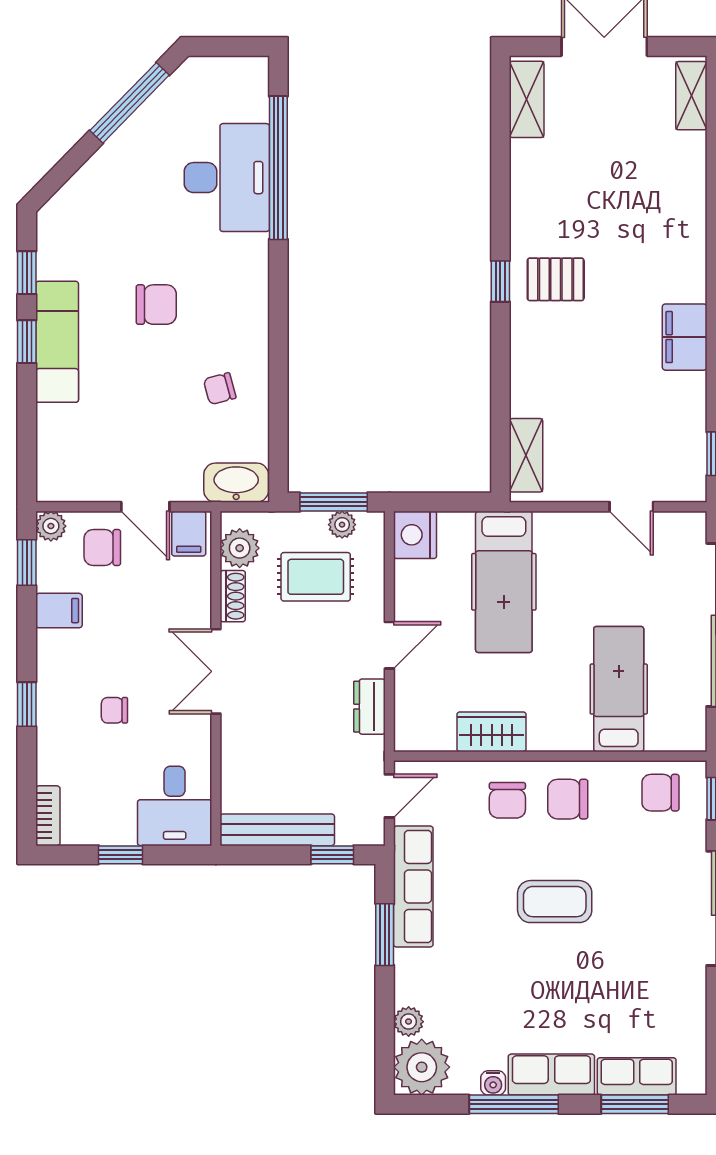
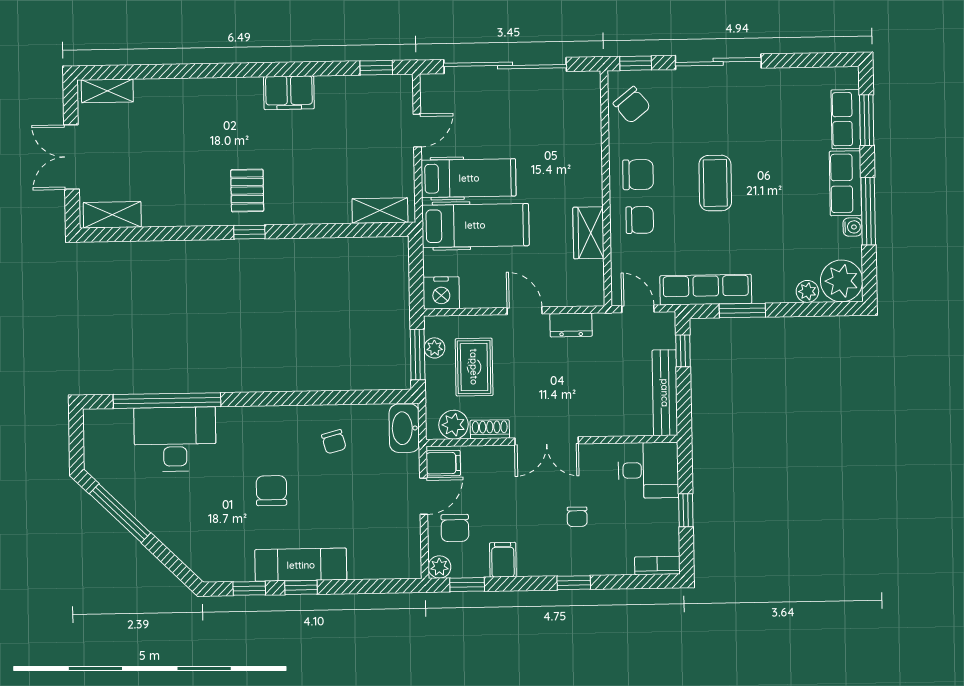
hospital bed: (619, 689) -> (469, 178), moved, turned 180
chair: (660, 793) -> (632, 105), turned -39
chair: (568, 799) -> (638, 175), turned -90

